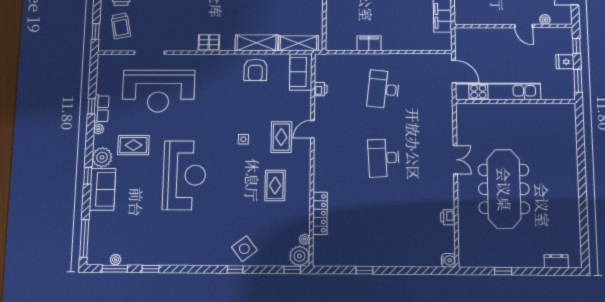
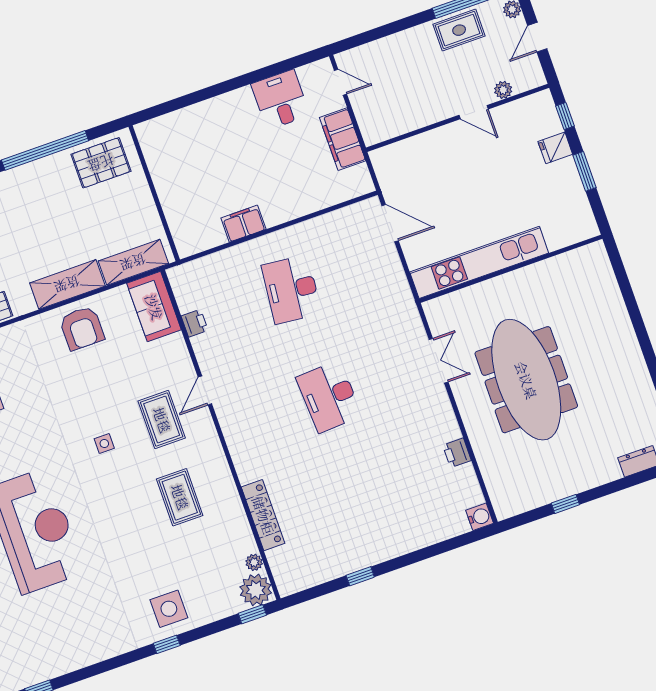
kitchen unit: (498, 92) -> (479, 262), moved
wall: (515, 101) -> (511, 269), moved
side table: (244, 249) -> (169, 609), turned 38

